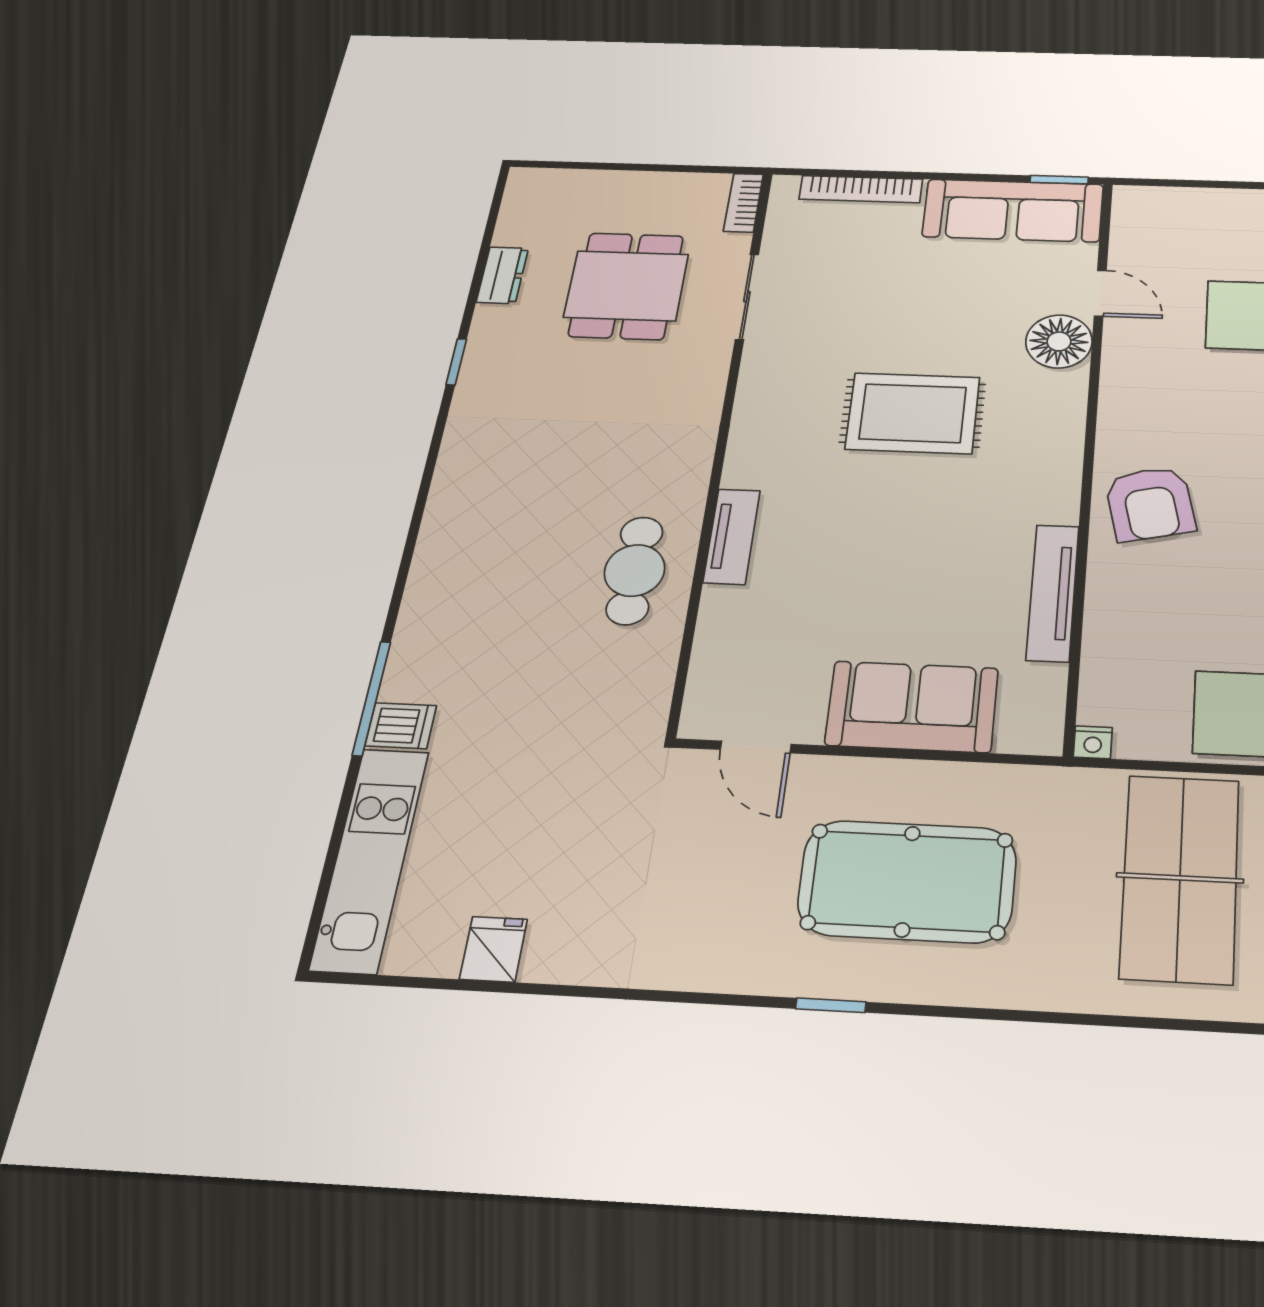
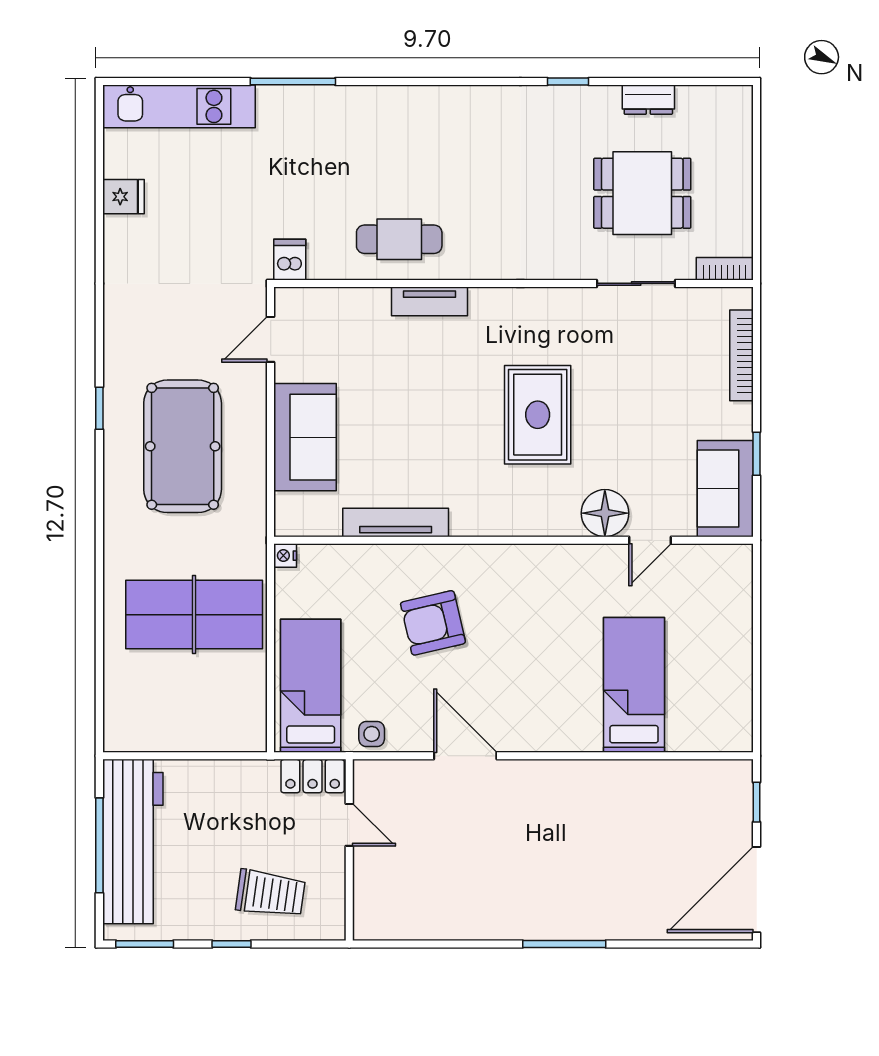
window: (1059, 180) -> (757, 454), moved
sofa: (1013, 210) -> (725, 489), width x0.73
armchair: (1150, 504) -> (433, 623), moved
dishwasher: (401, 726) -> (290, 260), moved, turned 180

